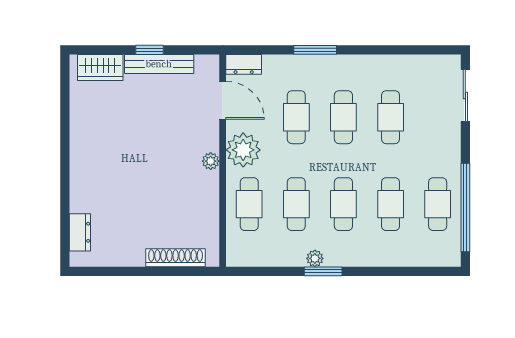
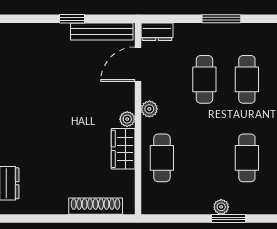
bench: (159, 64) -> (102, 32), moved
wardrobe: (100, 68) -> (123, 149), moved, turned 90
door: (223, 100) -> (138, 64), swing flipped
plant: (243, 150) -> (149, 109), width x0.53, depth x0.53
cafe table: (296, 204) -> (204, 158), removed

